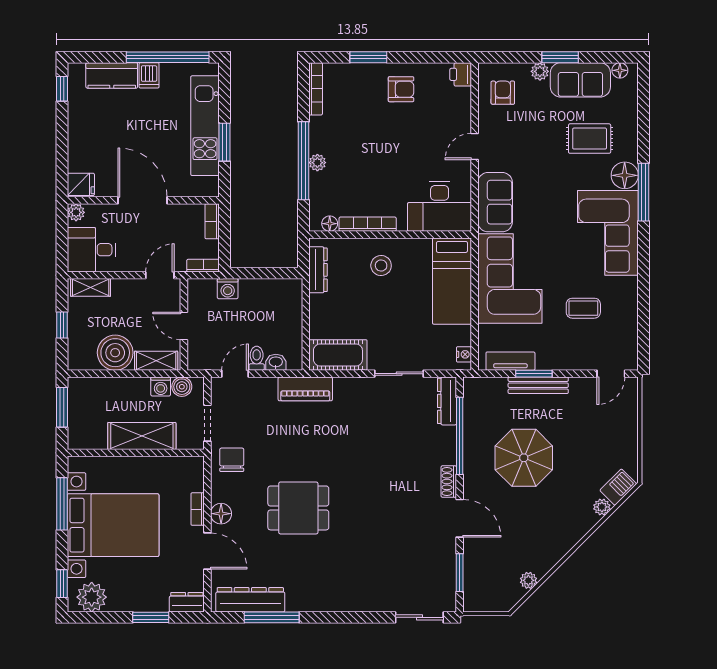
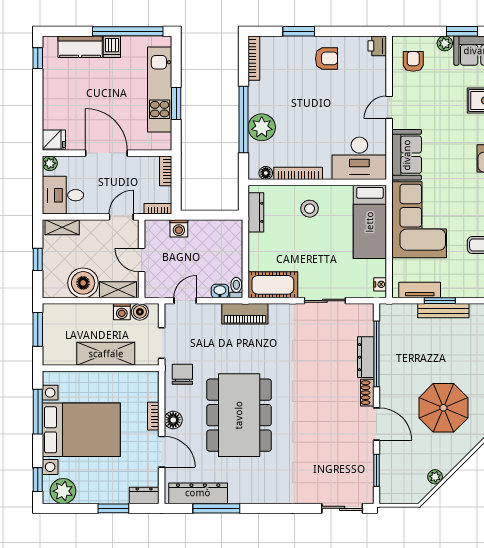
plant: (317, 163) -> (262, 127), width x1.87, depth x1.87
toilet: (257, 358) -> (236, 288), moved
dresser: (447, 401) -> (366, 357), moved
parasol: (524, 458) -> (443, 408), moved
dining table: (298, 508) -> (239, 415), width x1.88, depth x1.24

